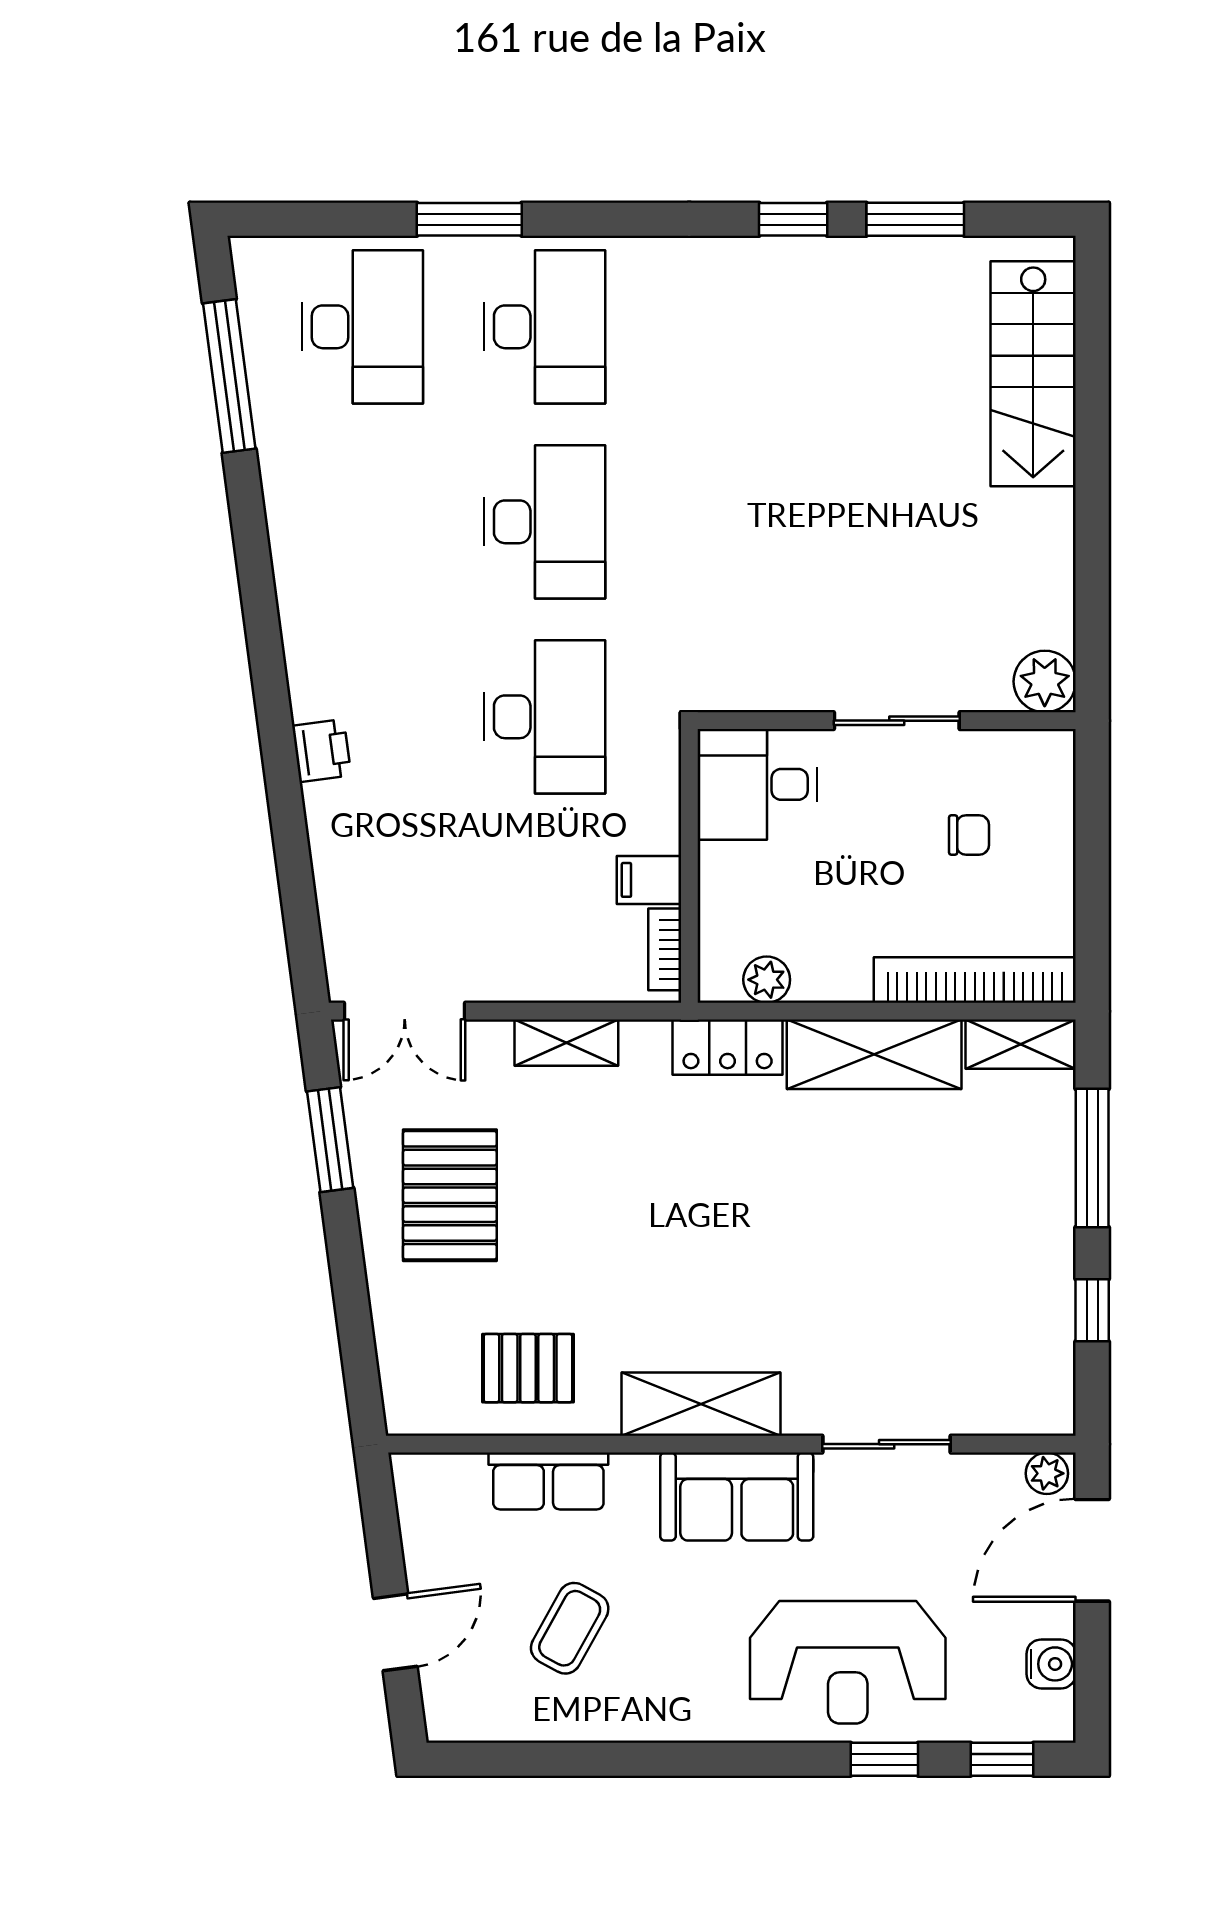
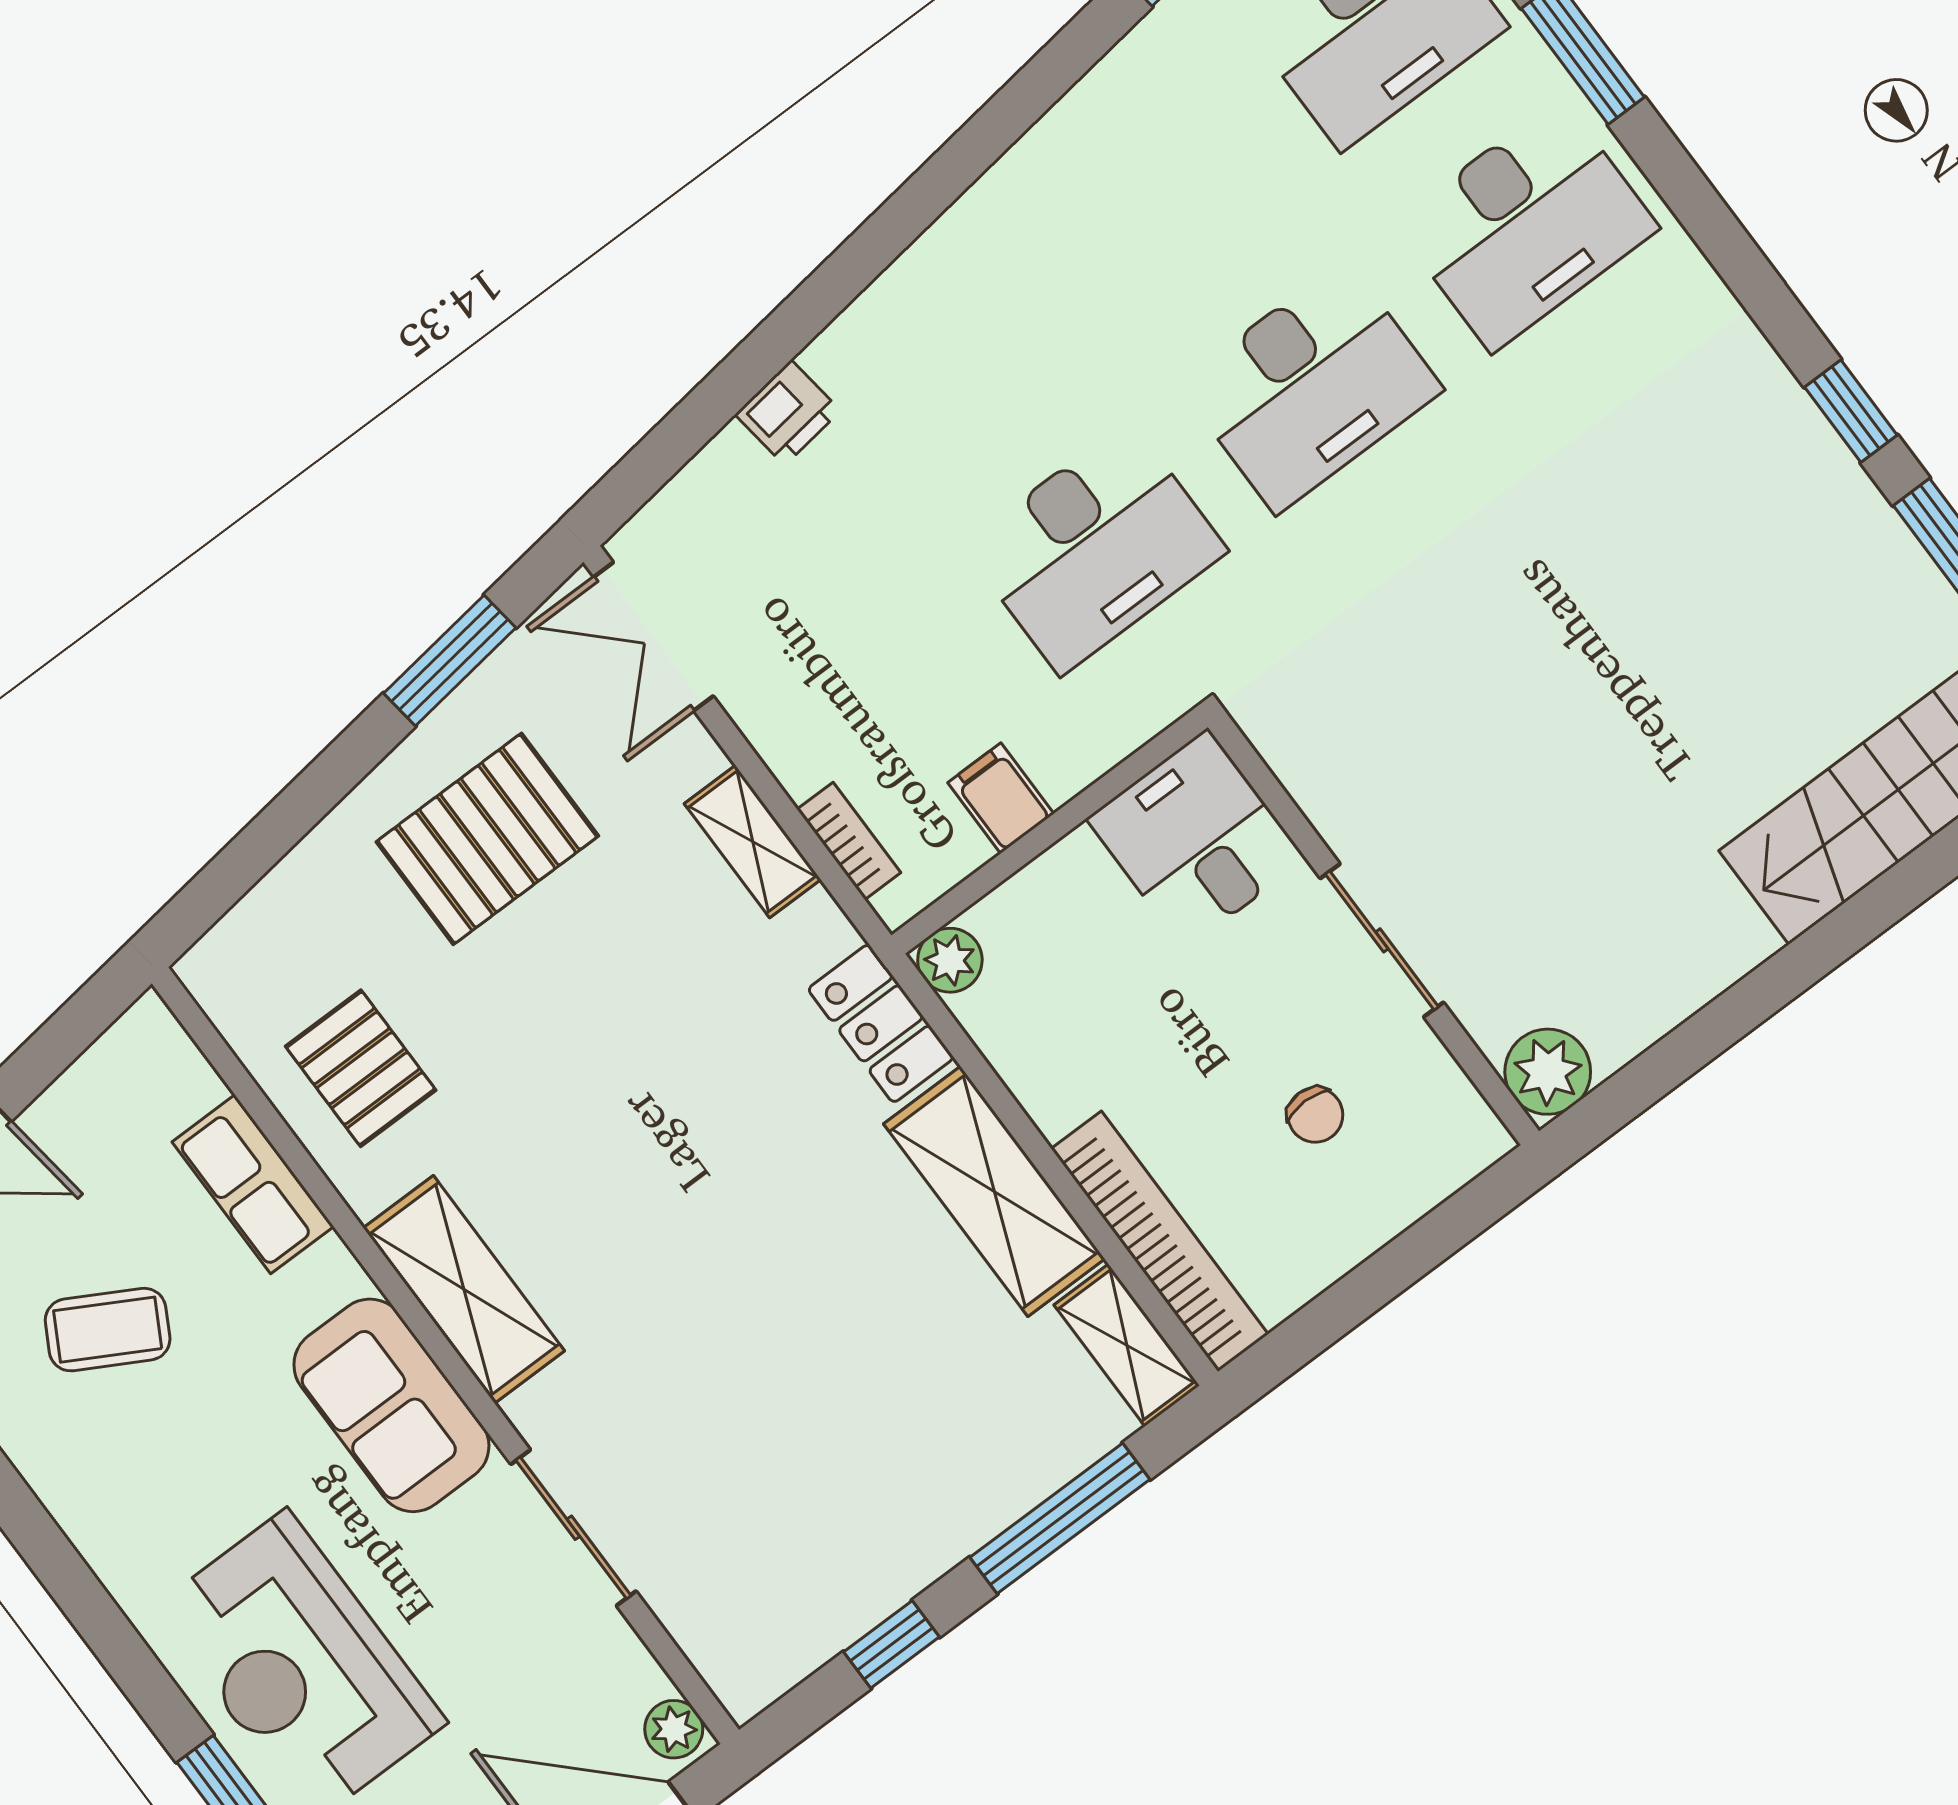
printer: (322, 751) -> (788, 412), moved
bookcase: (665, 949) -> (849, 841), moved, turned 90
plant: (767, 980) -> (950, 960), moved

